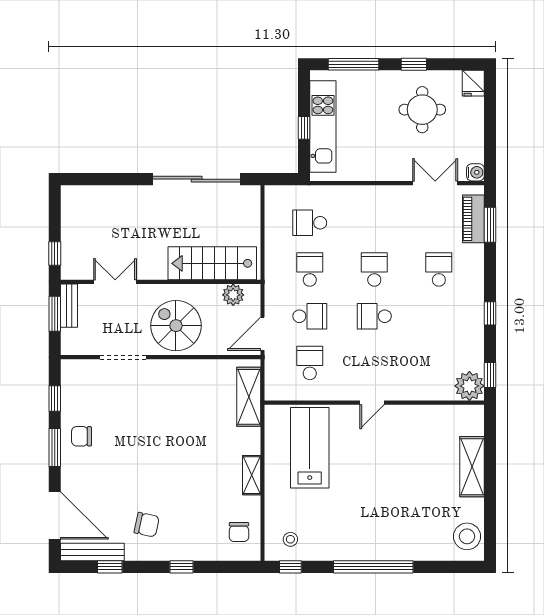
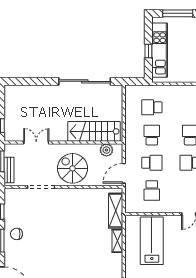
bench: (69, 306) -> (9, 170), moved
school desk: (310, 363) -> (152, 190), turned 180
shelving: (252, 475) -> (117, 241), moved

